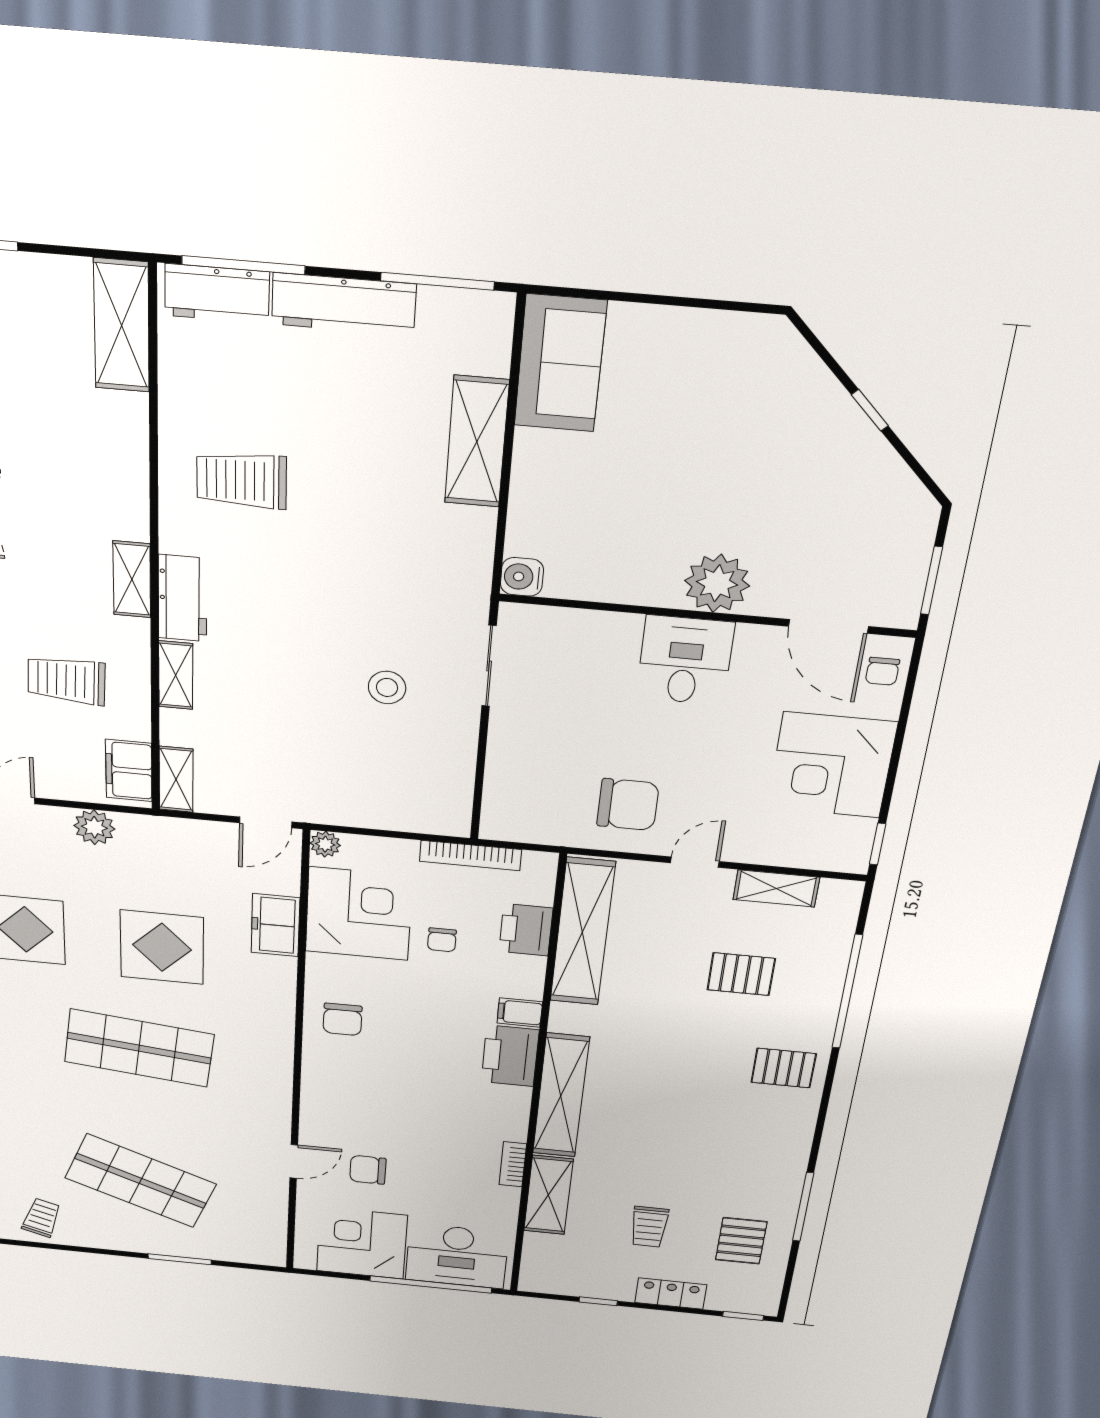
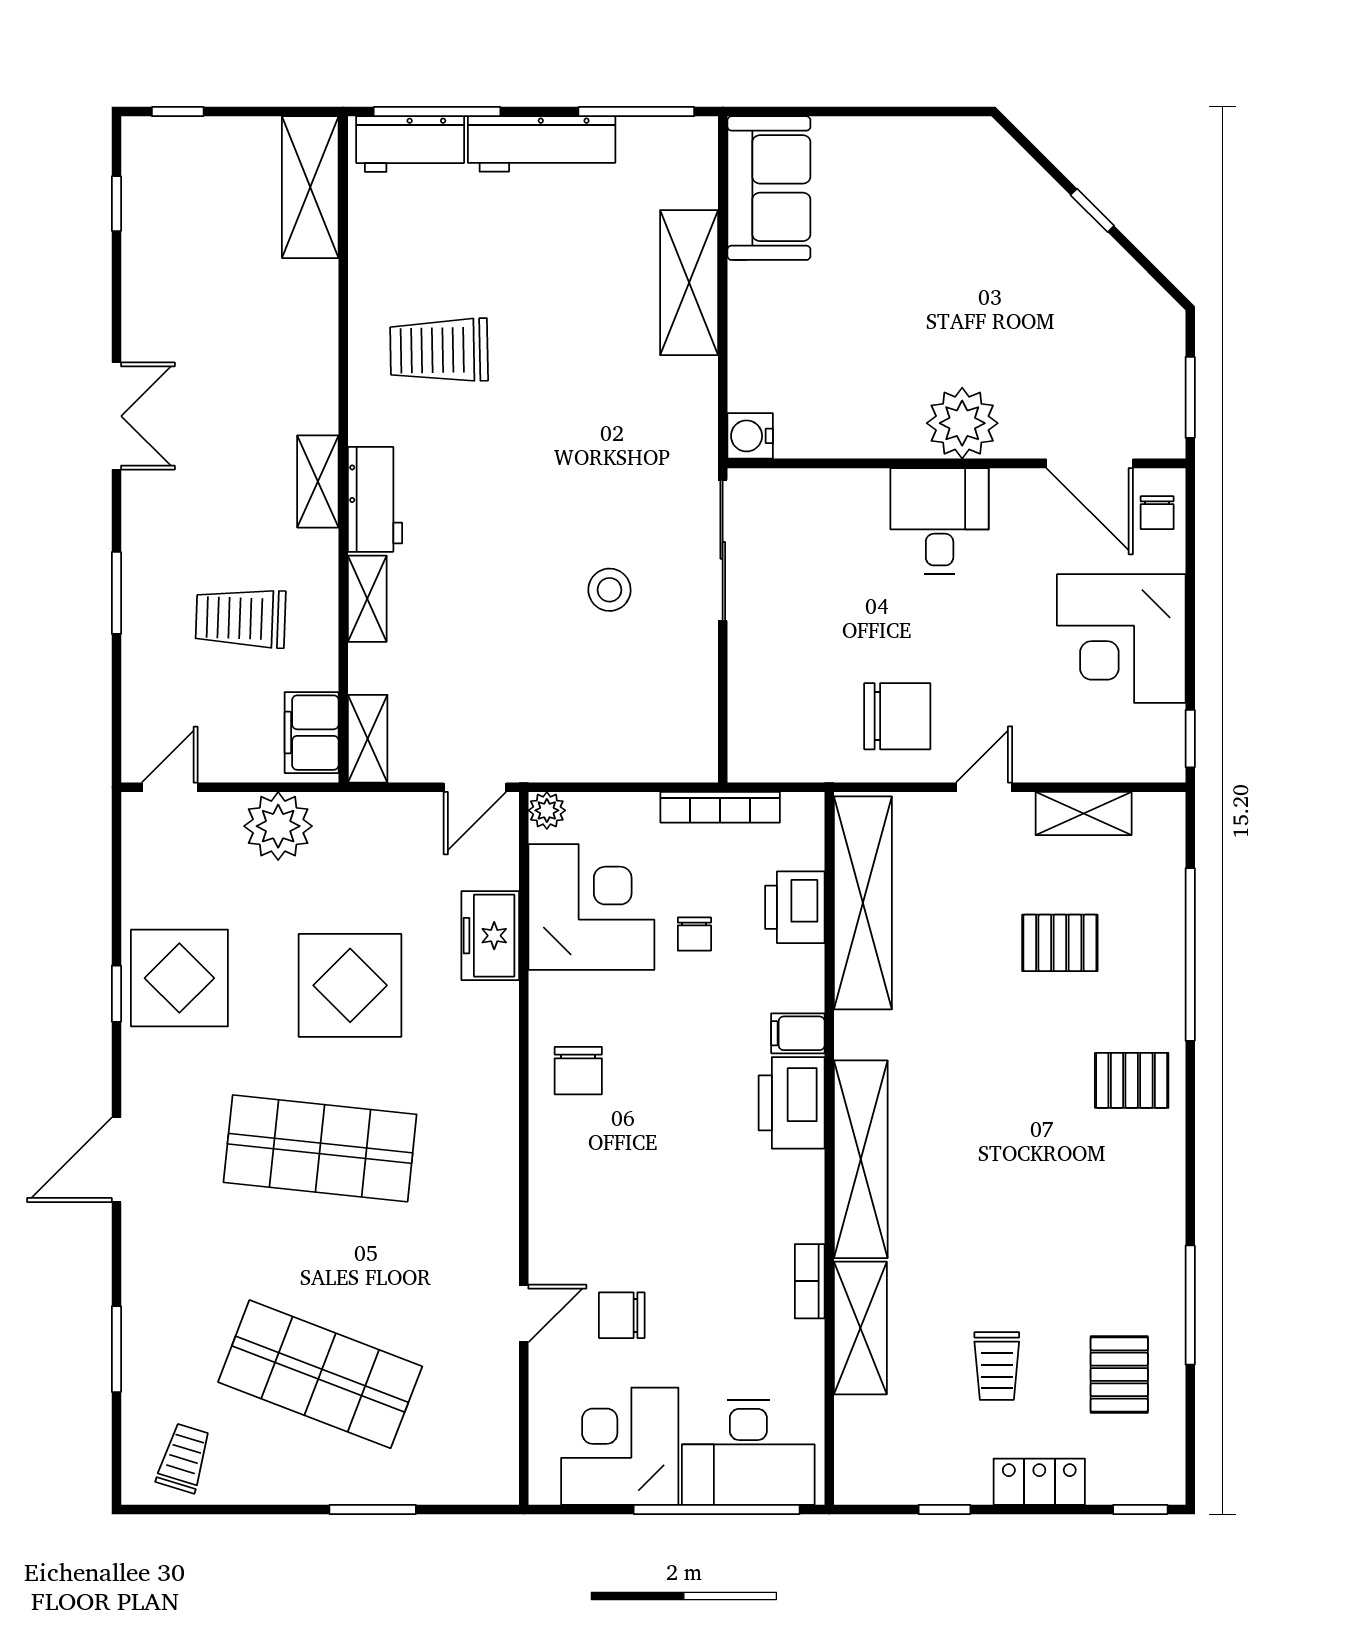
sliding door: (489, 666) -> (723, 550), width x1.37
plant: (94, 827) -> (278, 826), width x1.36, depth x1.36

